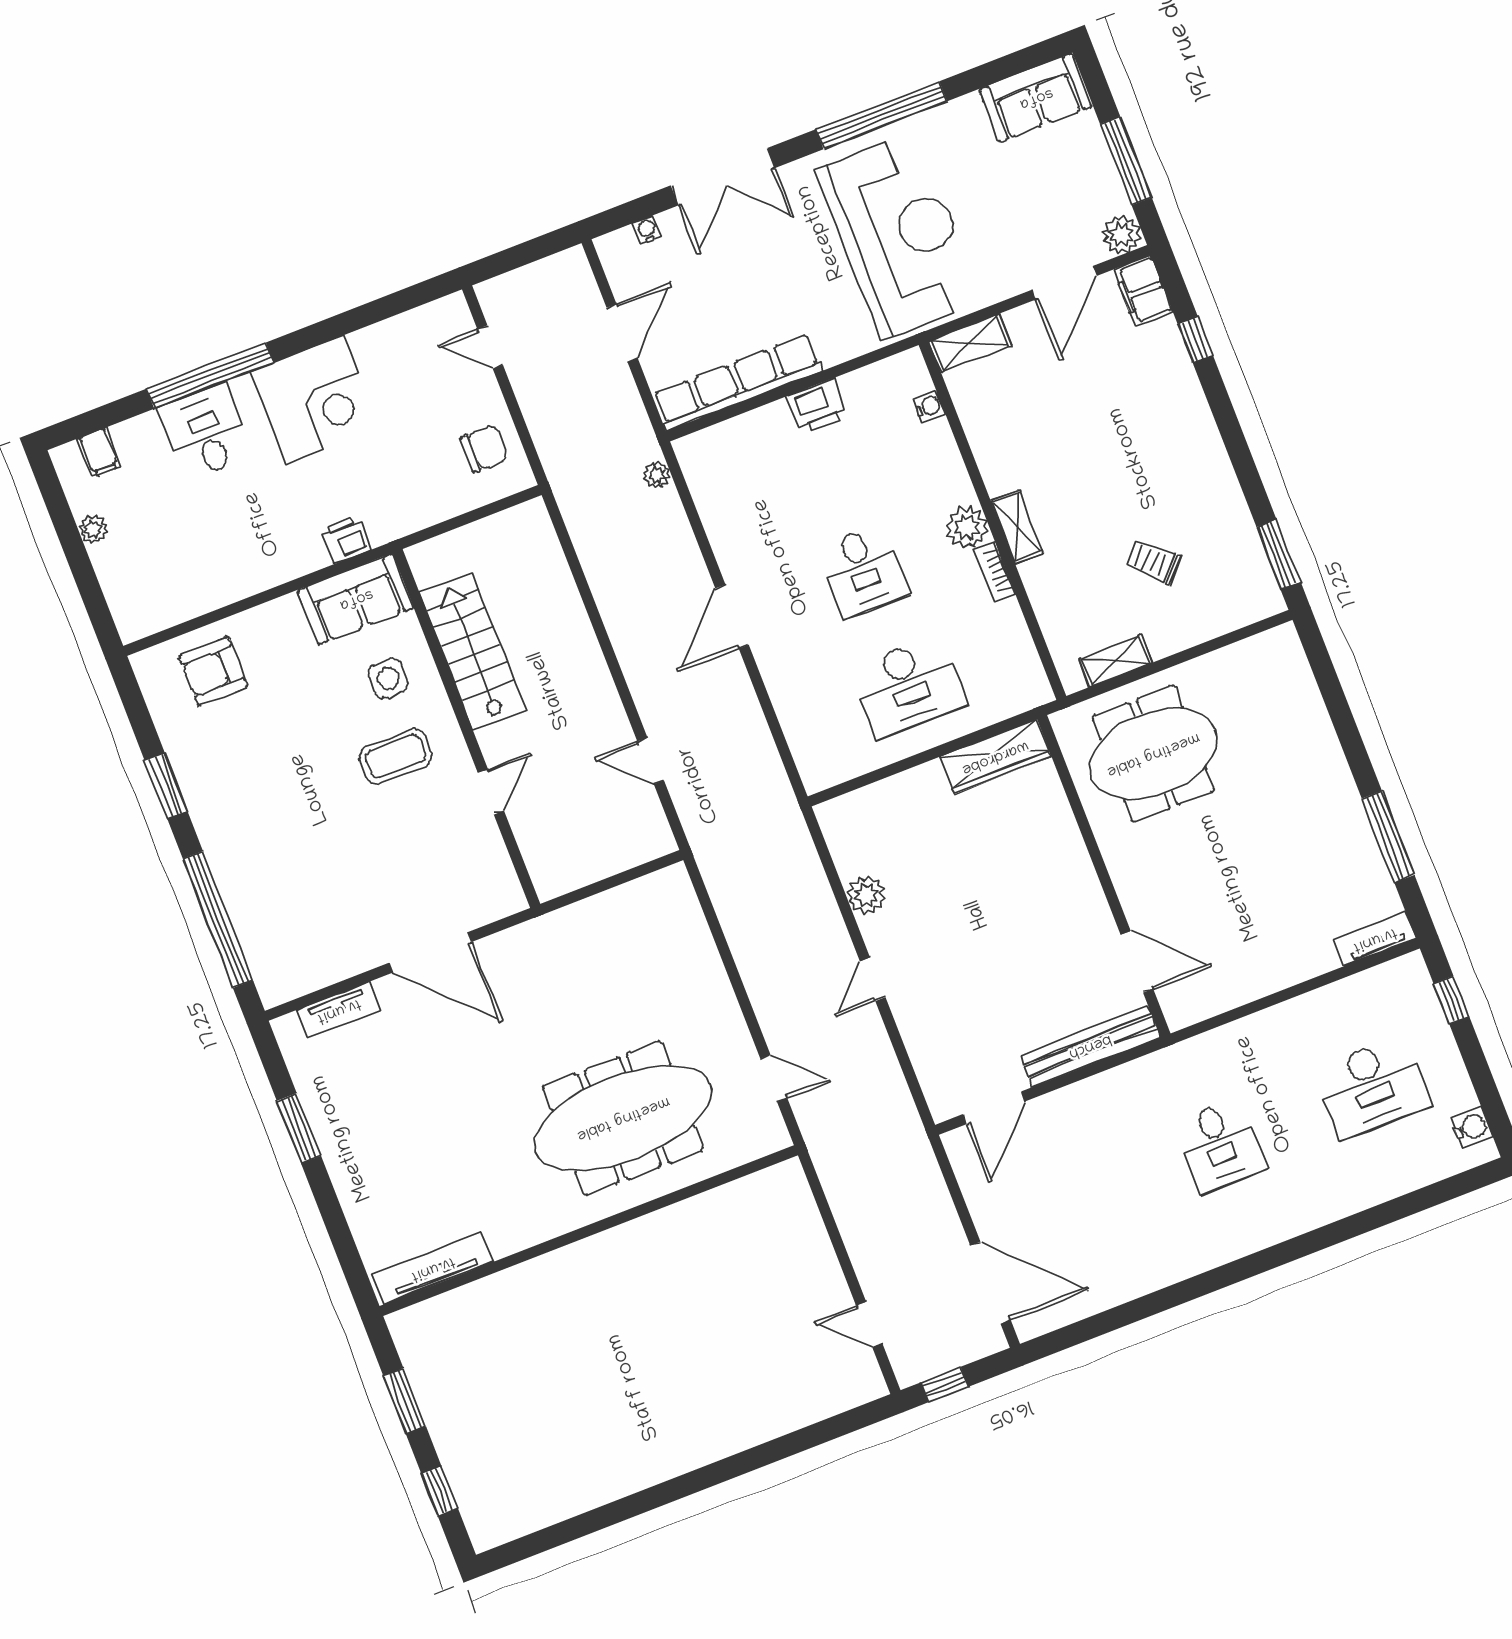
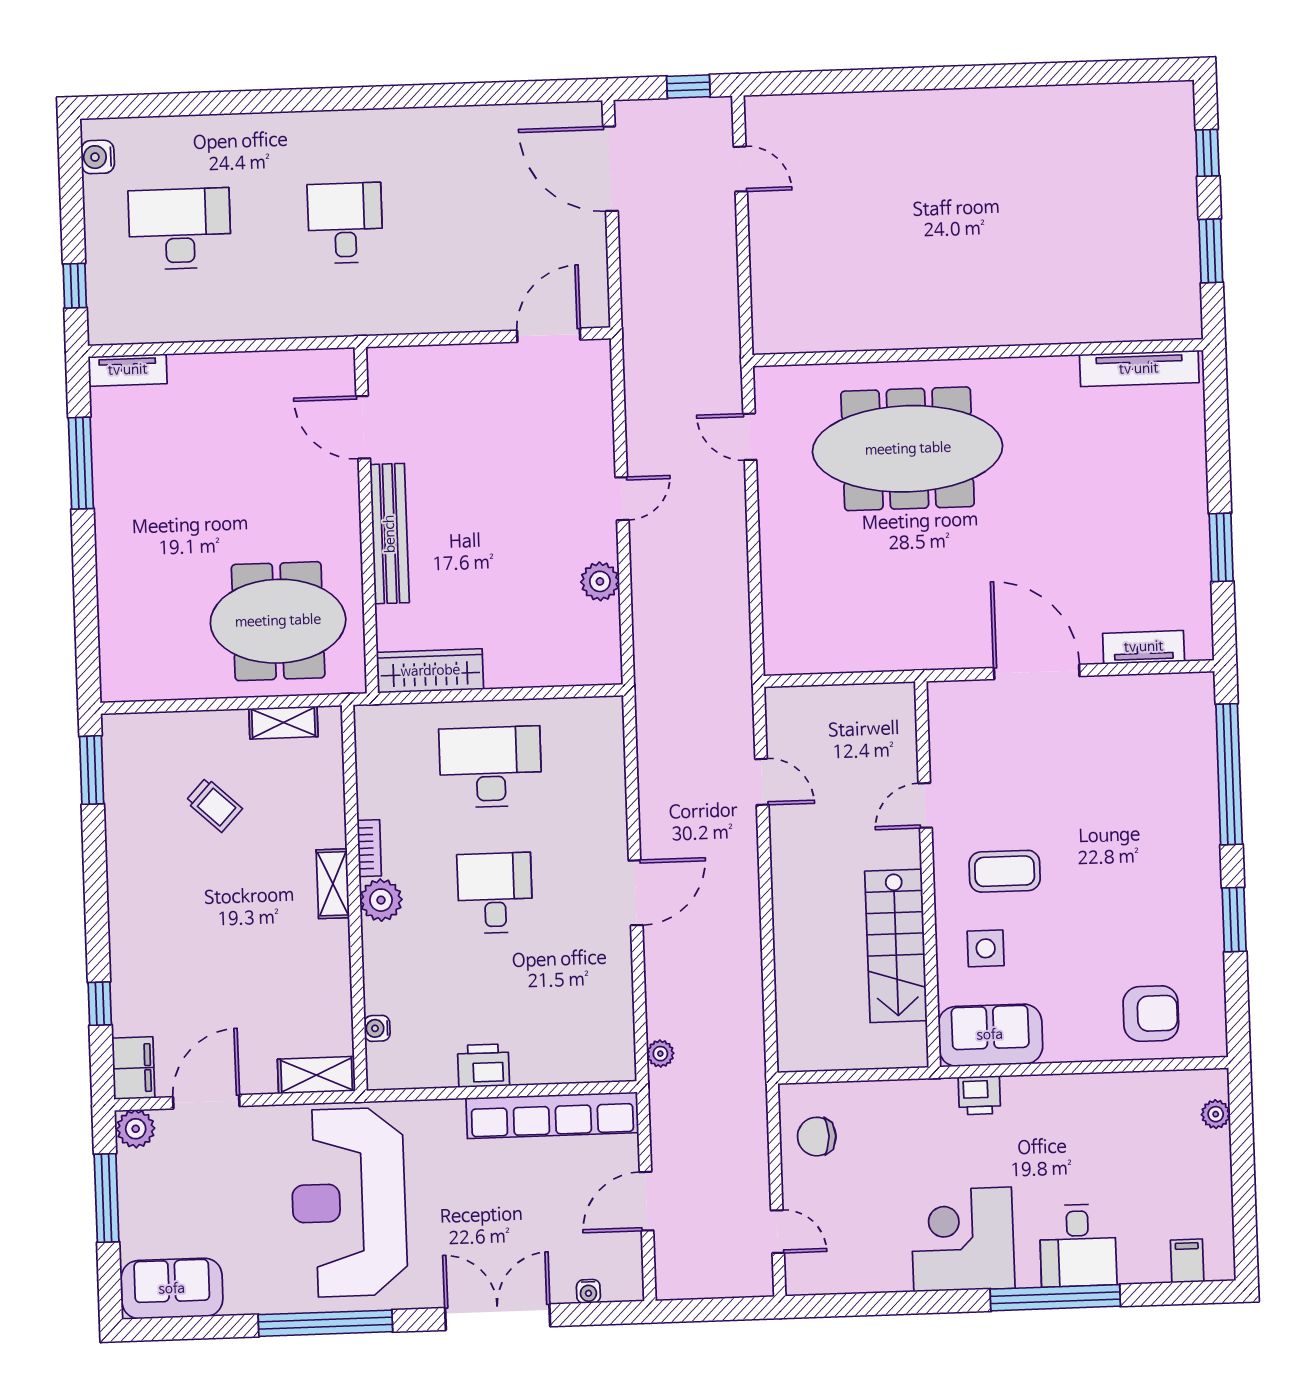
plant: (93, 529) -> (1216, 1114), moved
bench: (1090, 1046) -> (390, 534), moved, turned 90

